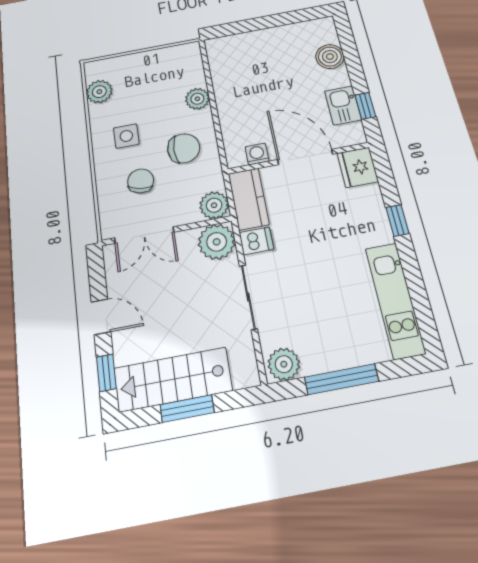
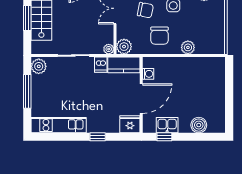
plant: (217, 242) -> (109, 49), width x0.53, depth x0.53

